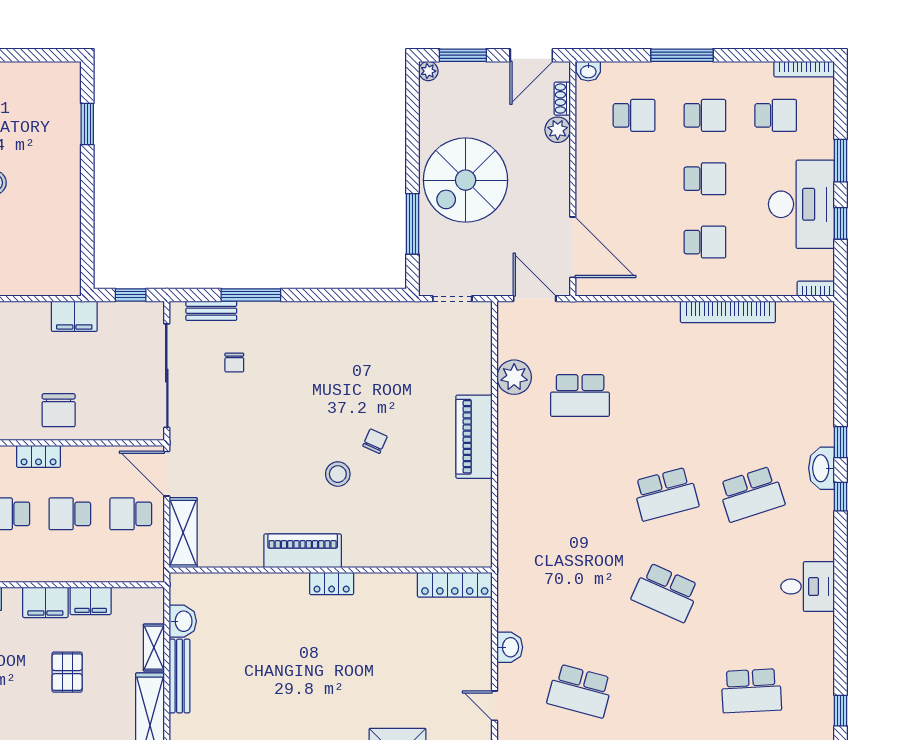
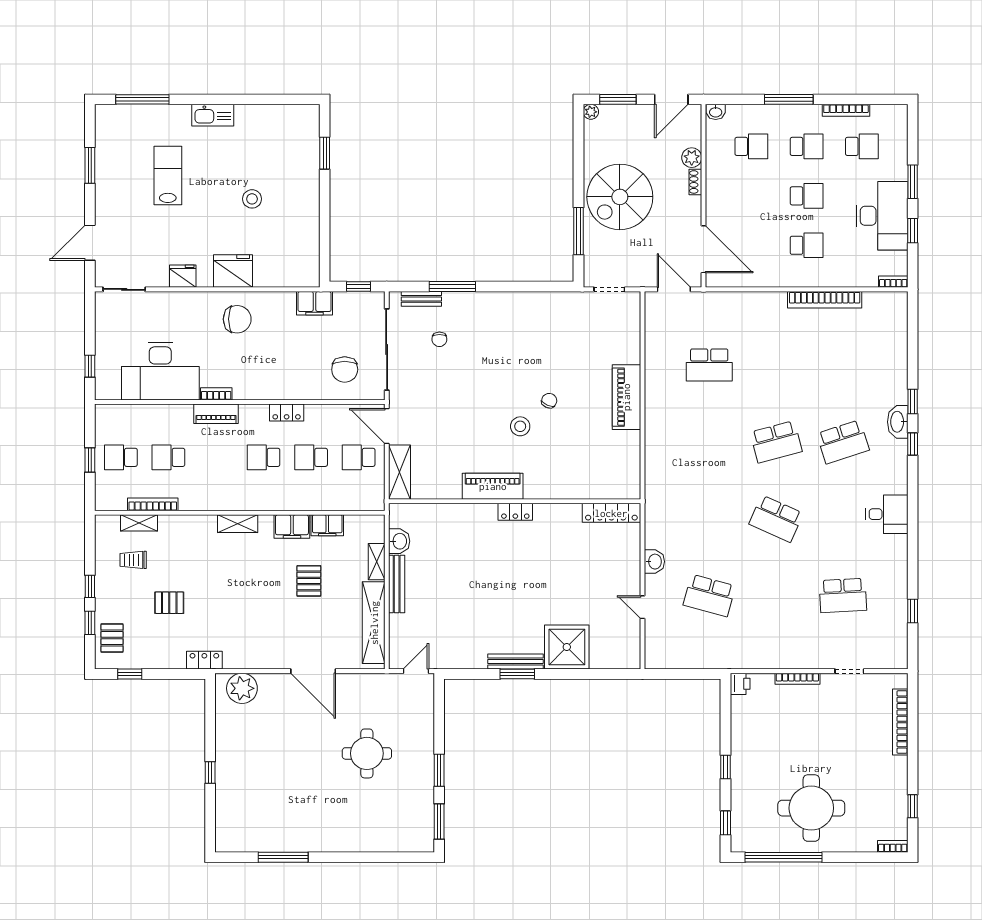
bookcase: (804, 69) -> (846, 110), moved
shoe rack: (562, 99) -> (695, 182), moved
plant: (514, 377) -> (658, 351), removed
chair: (59, 410) -> (345, 370), moved

